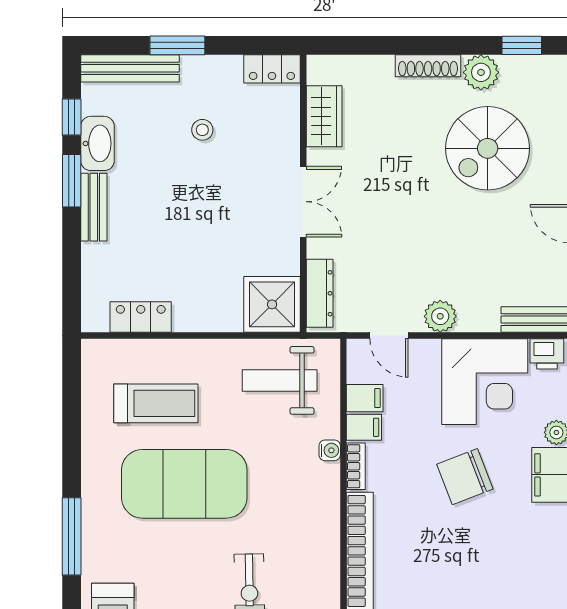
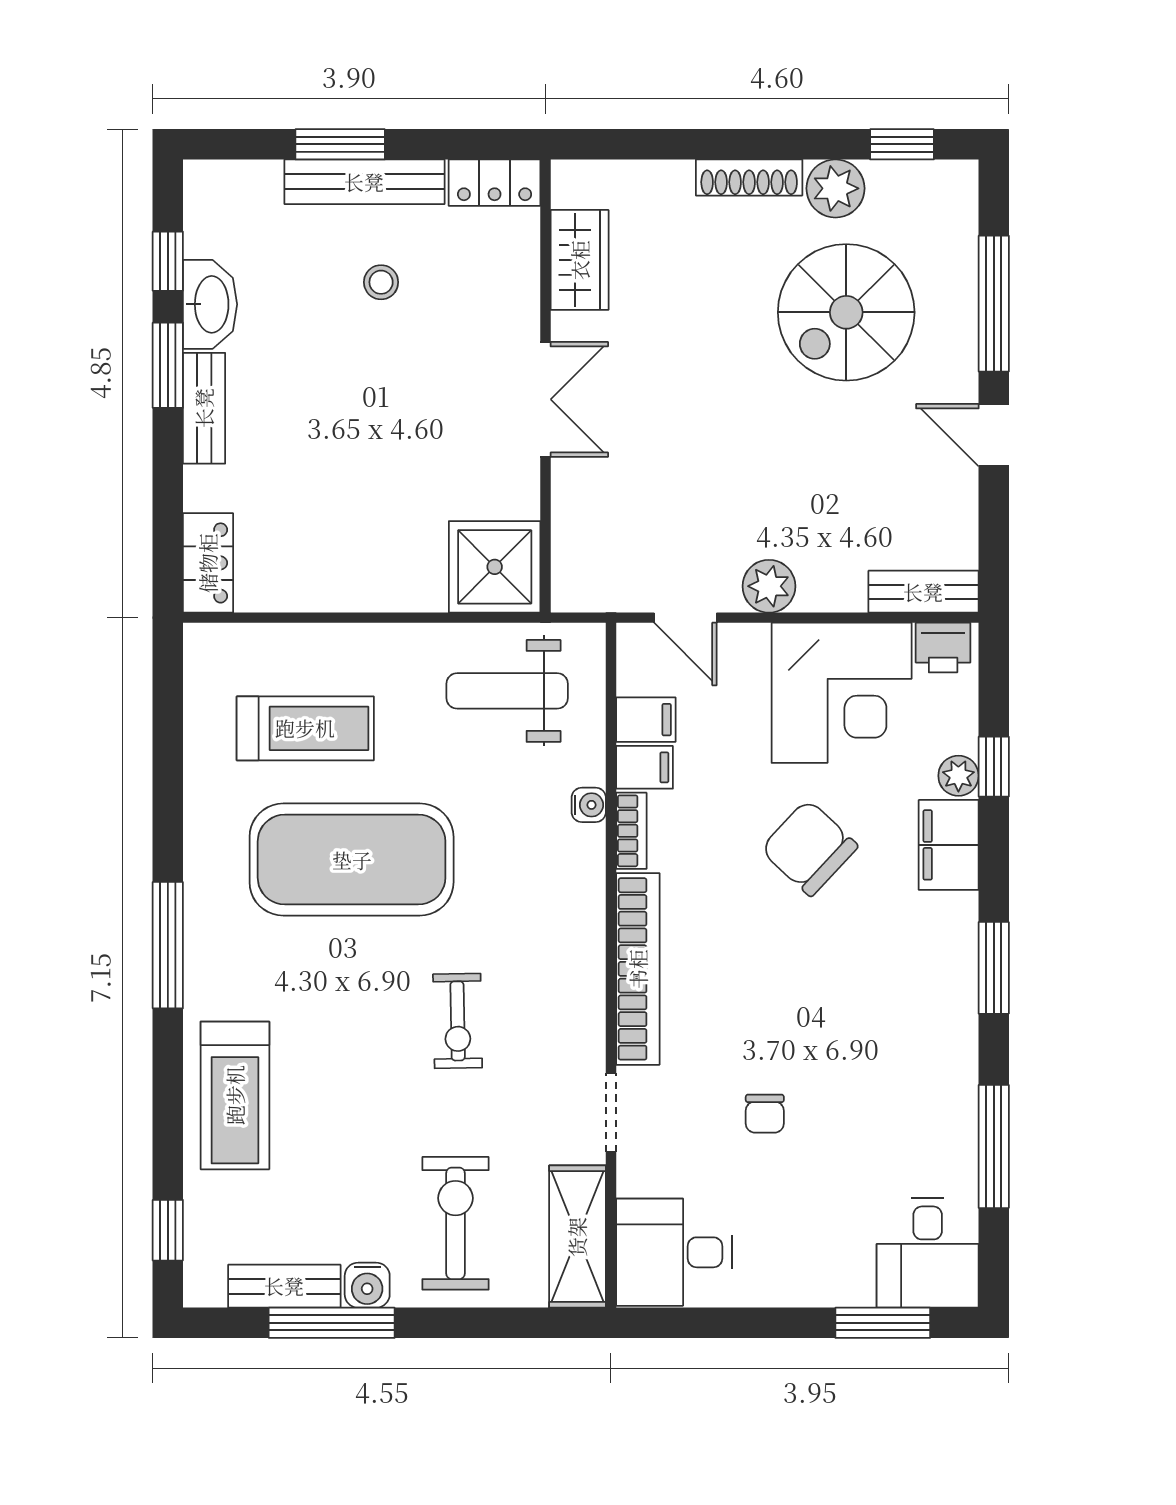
bench: (130, 68) -> (364, 182), moved
dresser: (320, 293) -> (572, 549), removed
locker: (141, 317) -> (208, 563), moved, turned 90
chair: (465, 477) -> (809, 848), turned 64

